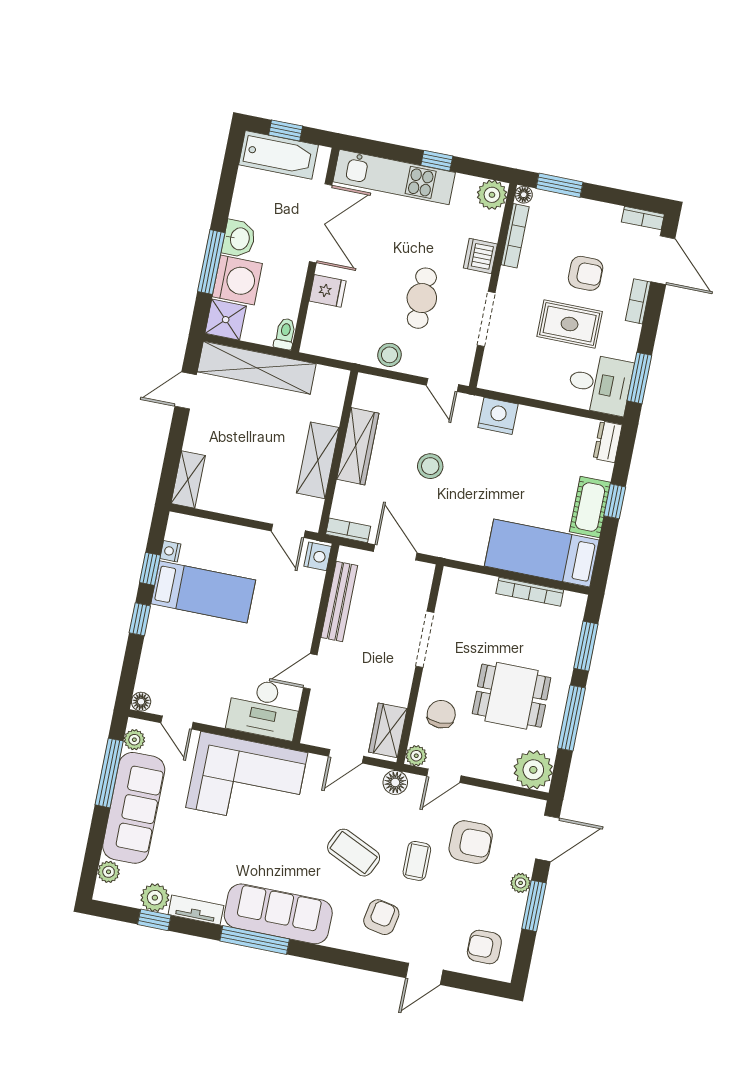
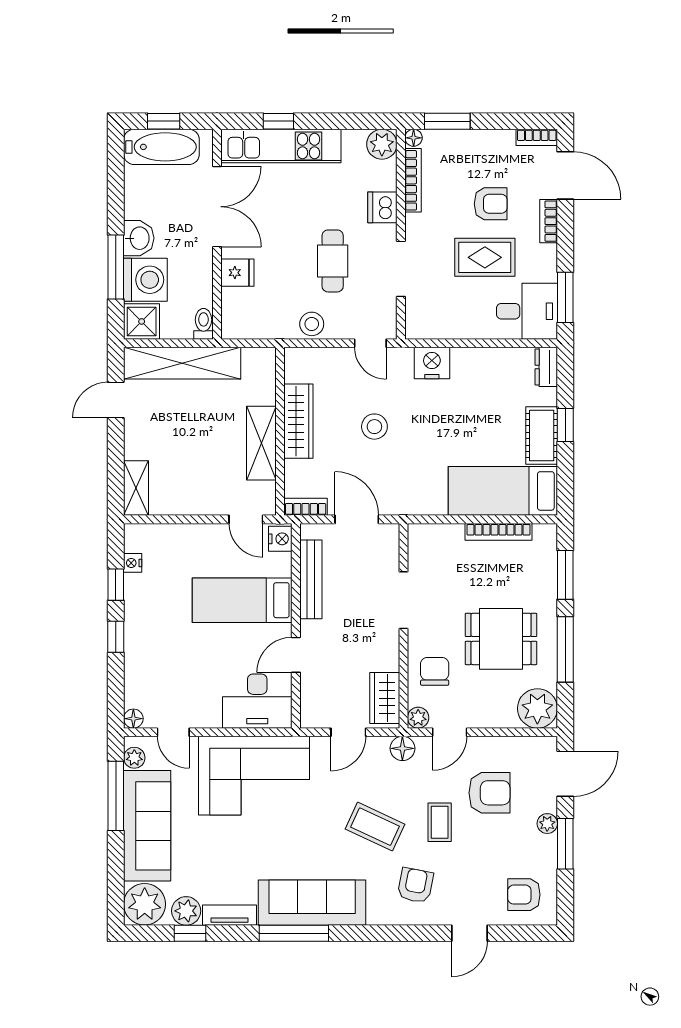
window: (437, 161) -> (278, 121), moved
bed: (203, 592) -> (242, 600), moved, turned 180
plant: (109, 872) -> (145, 904), width x1.87, depth x1.87

